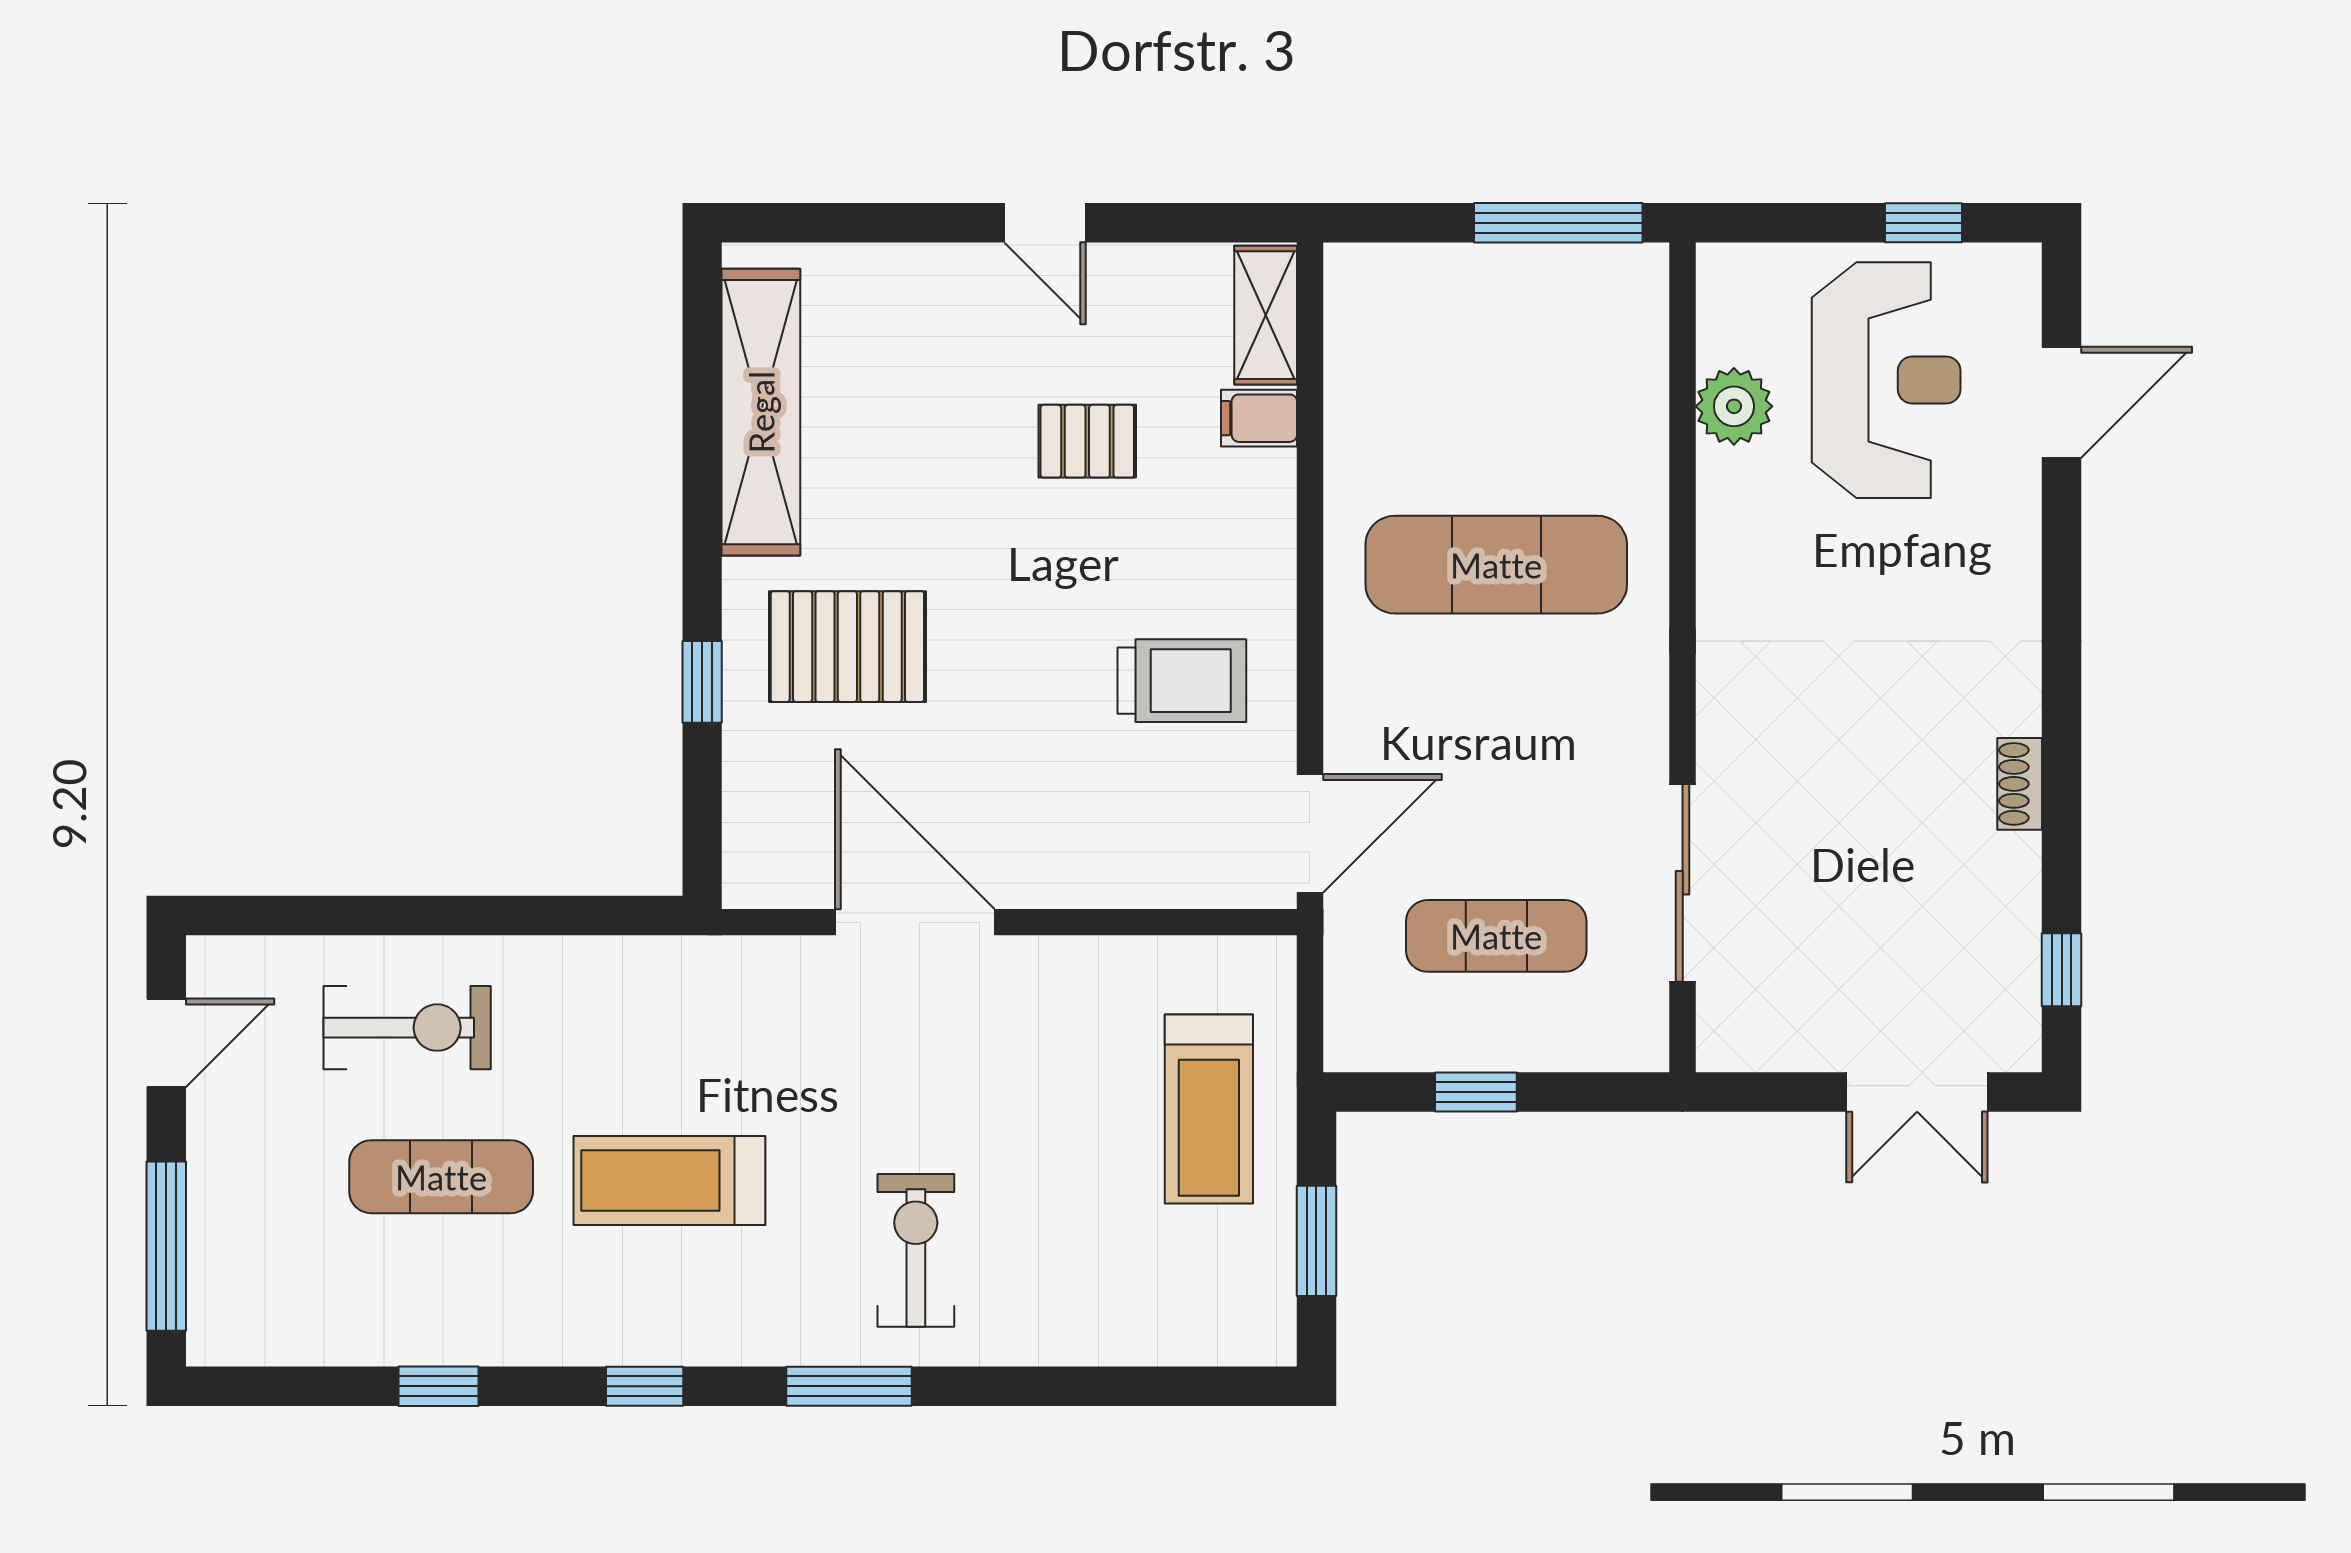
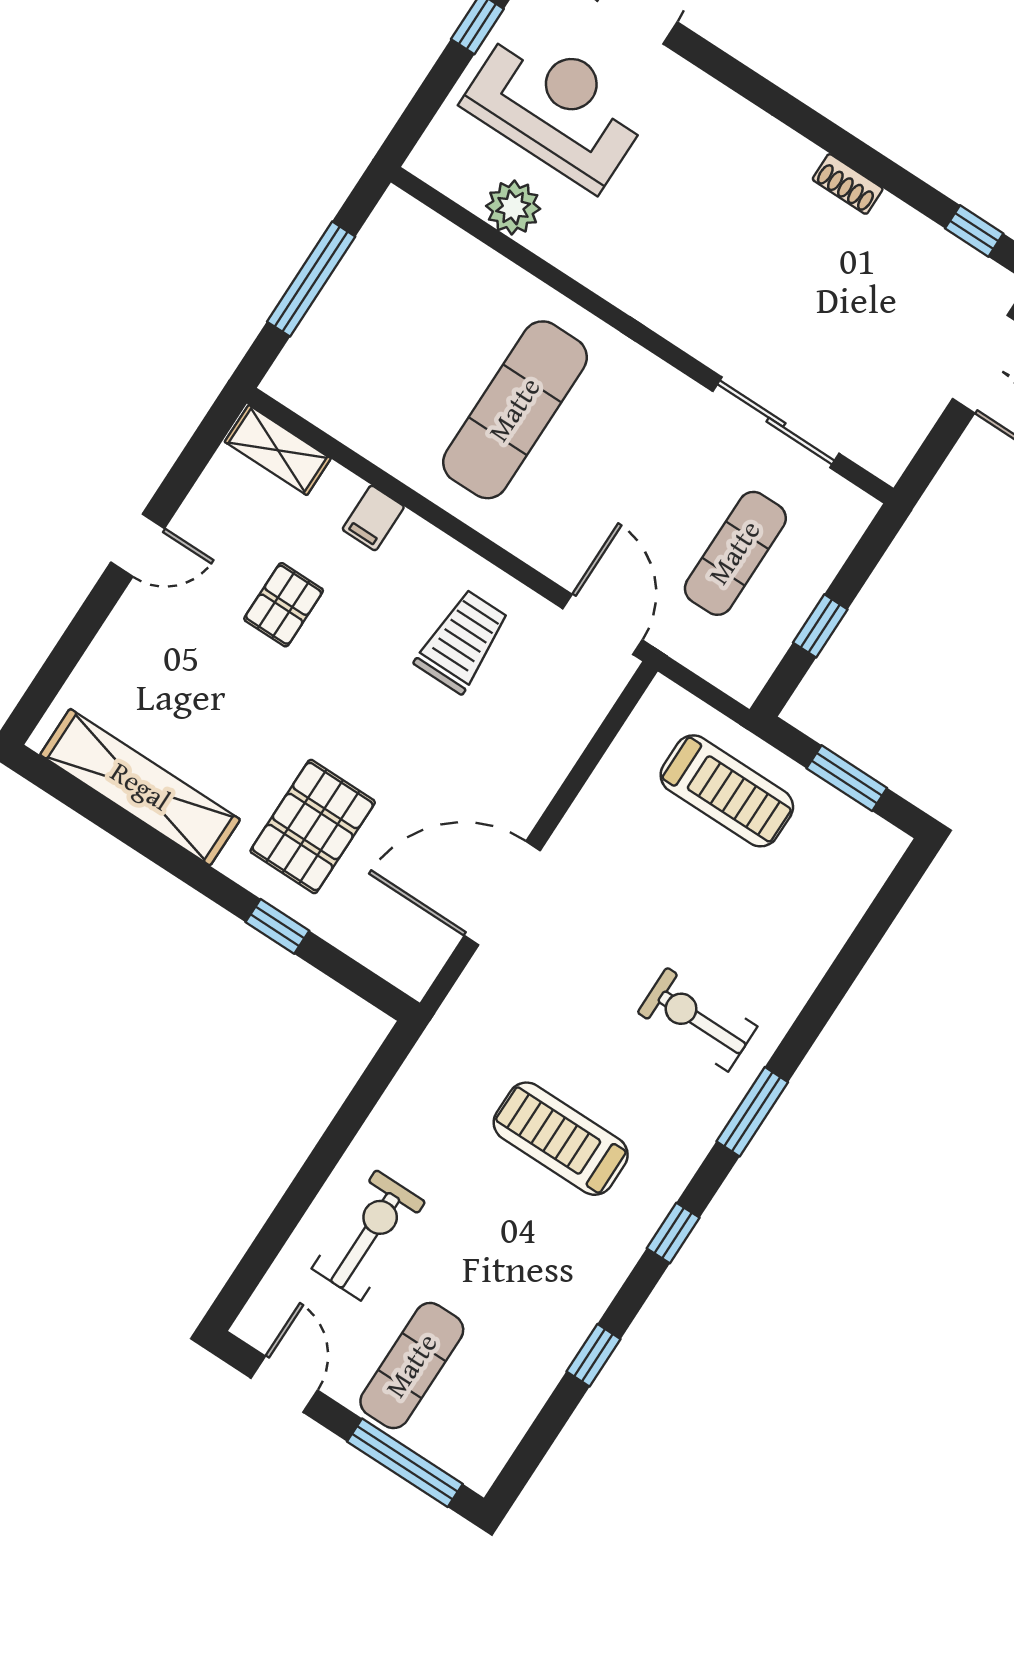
window: (1558, 223) -> (311, 279), moved
filing cabinet: (1259, 418) -> (373, 518), moved
exercise mat: (441, 1177) -> (412, 1366), moved
treadmill: (669, 1180) -> (561, 1139), turned 90

